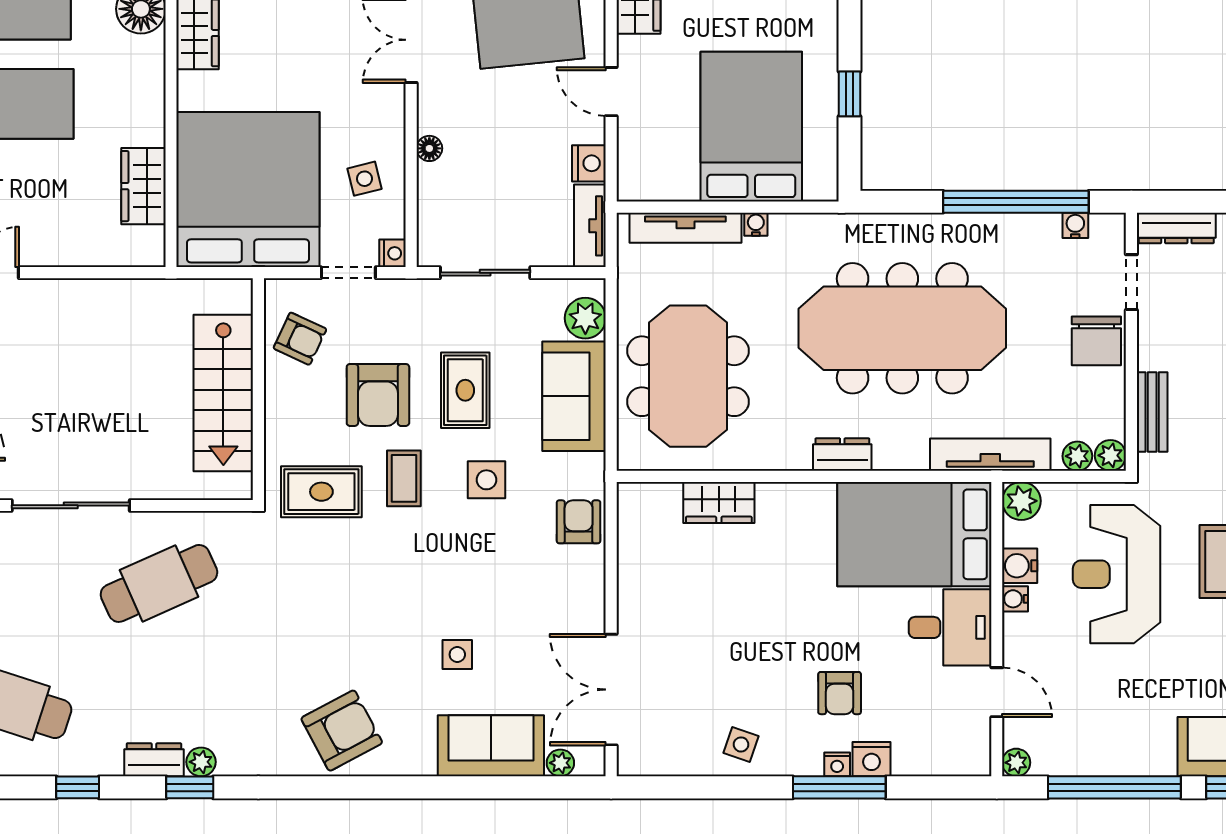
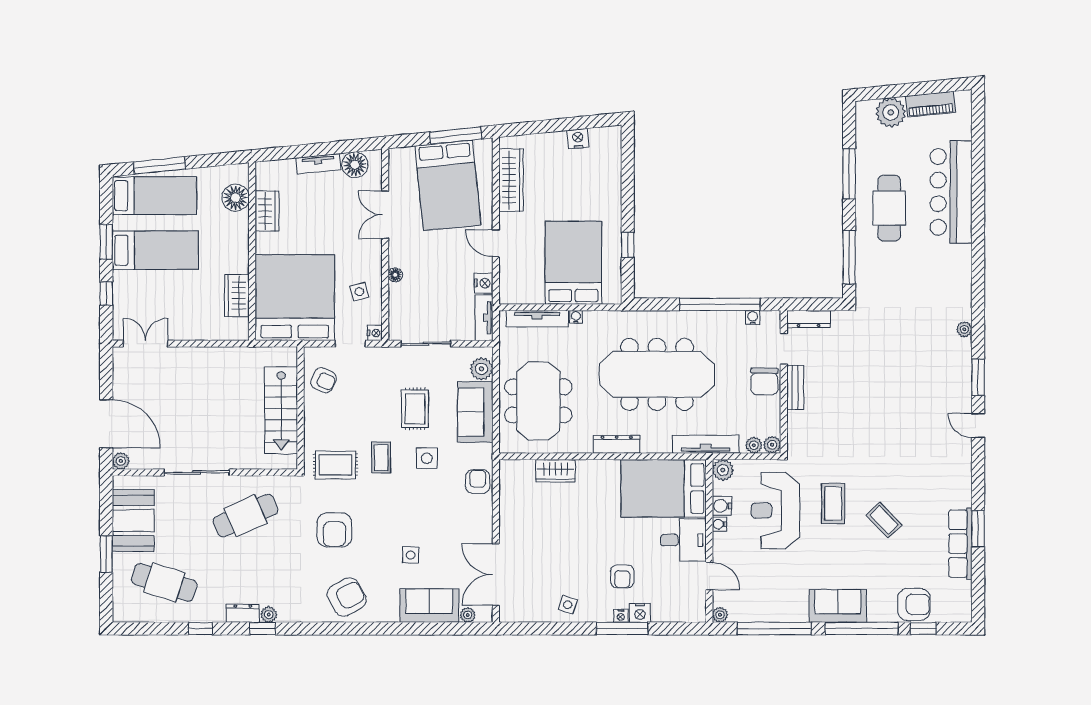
armchair: (378, 395) -> (334, 530), moved
bench: (1152, 412) -> (795, 387), moved
dresser: (842, 455) -> (617, 444), width x1.44

